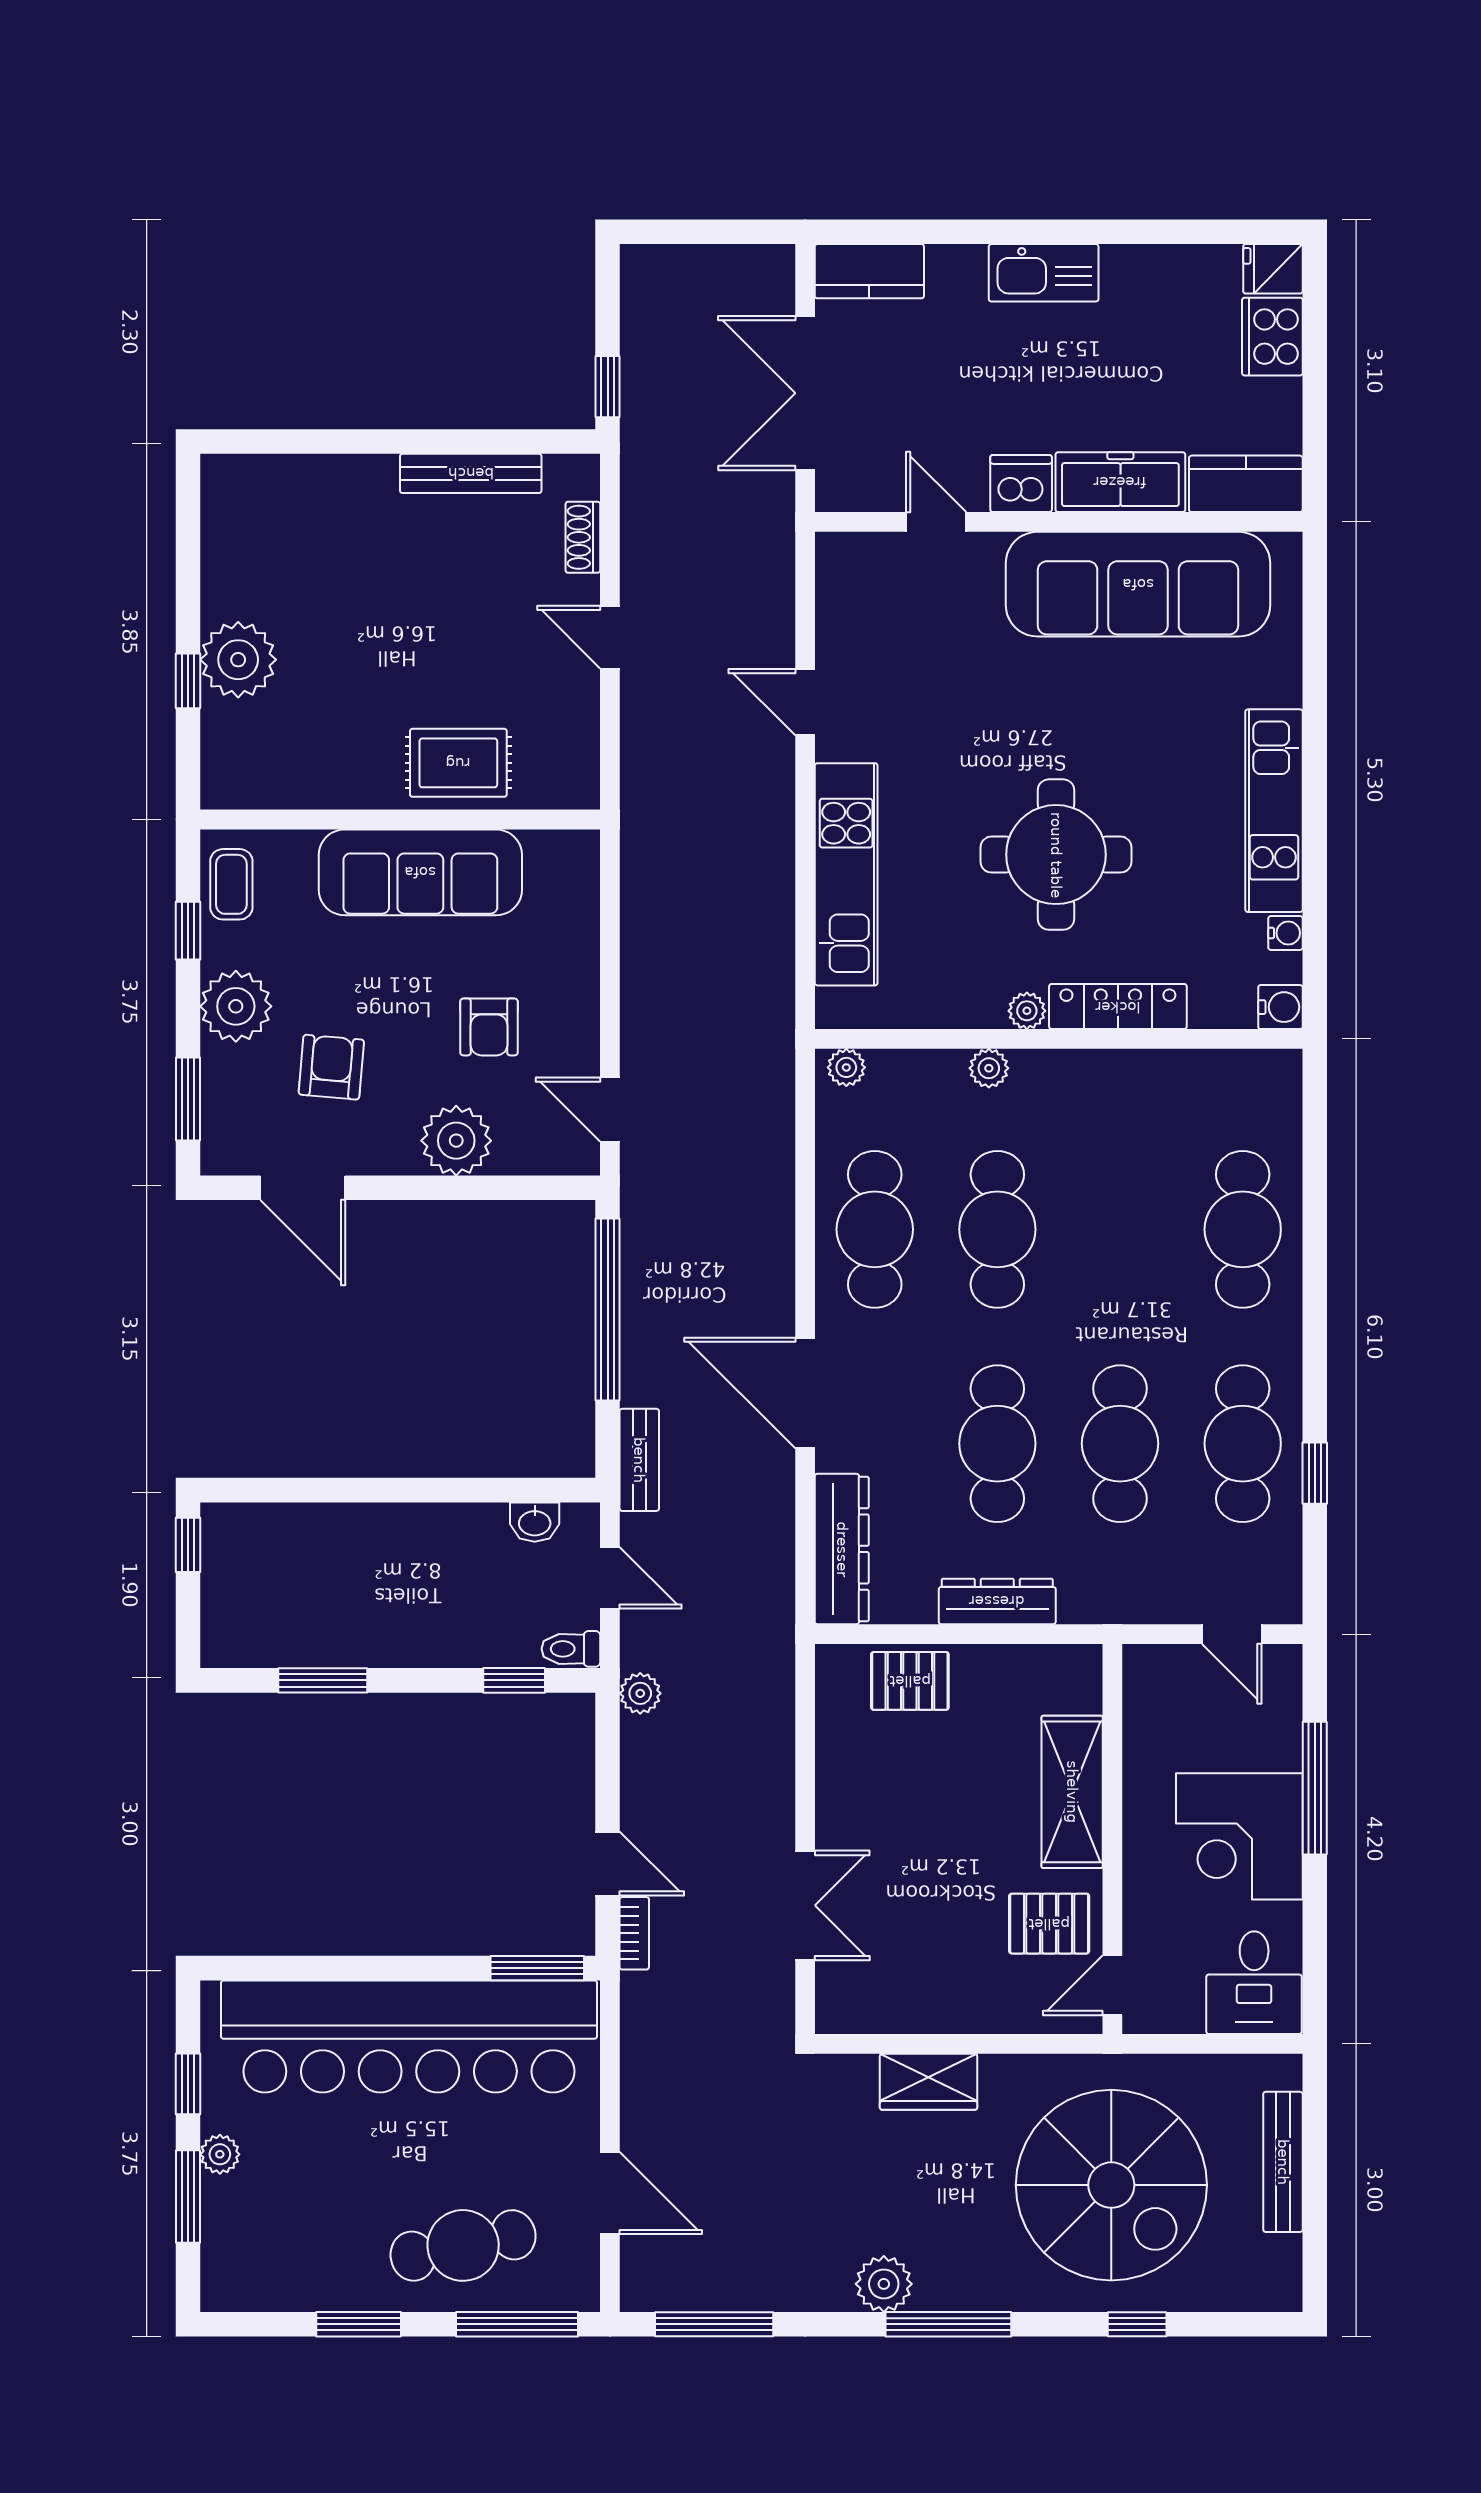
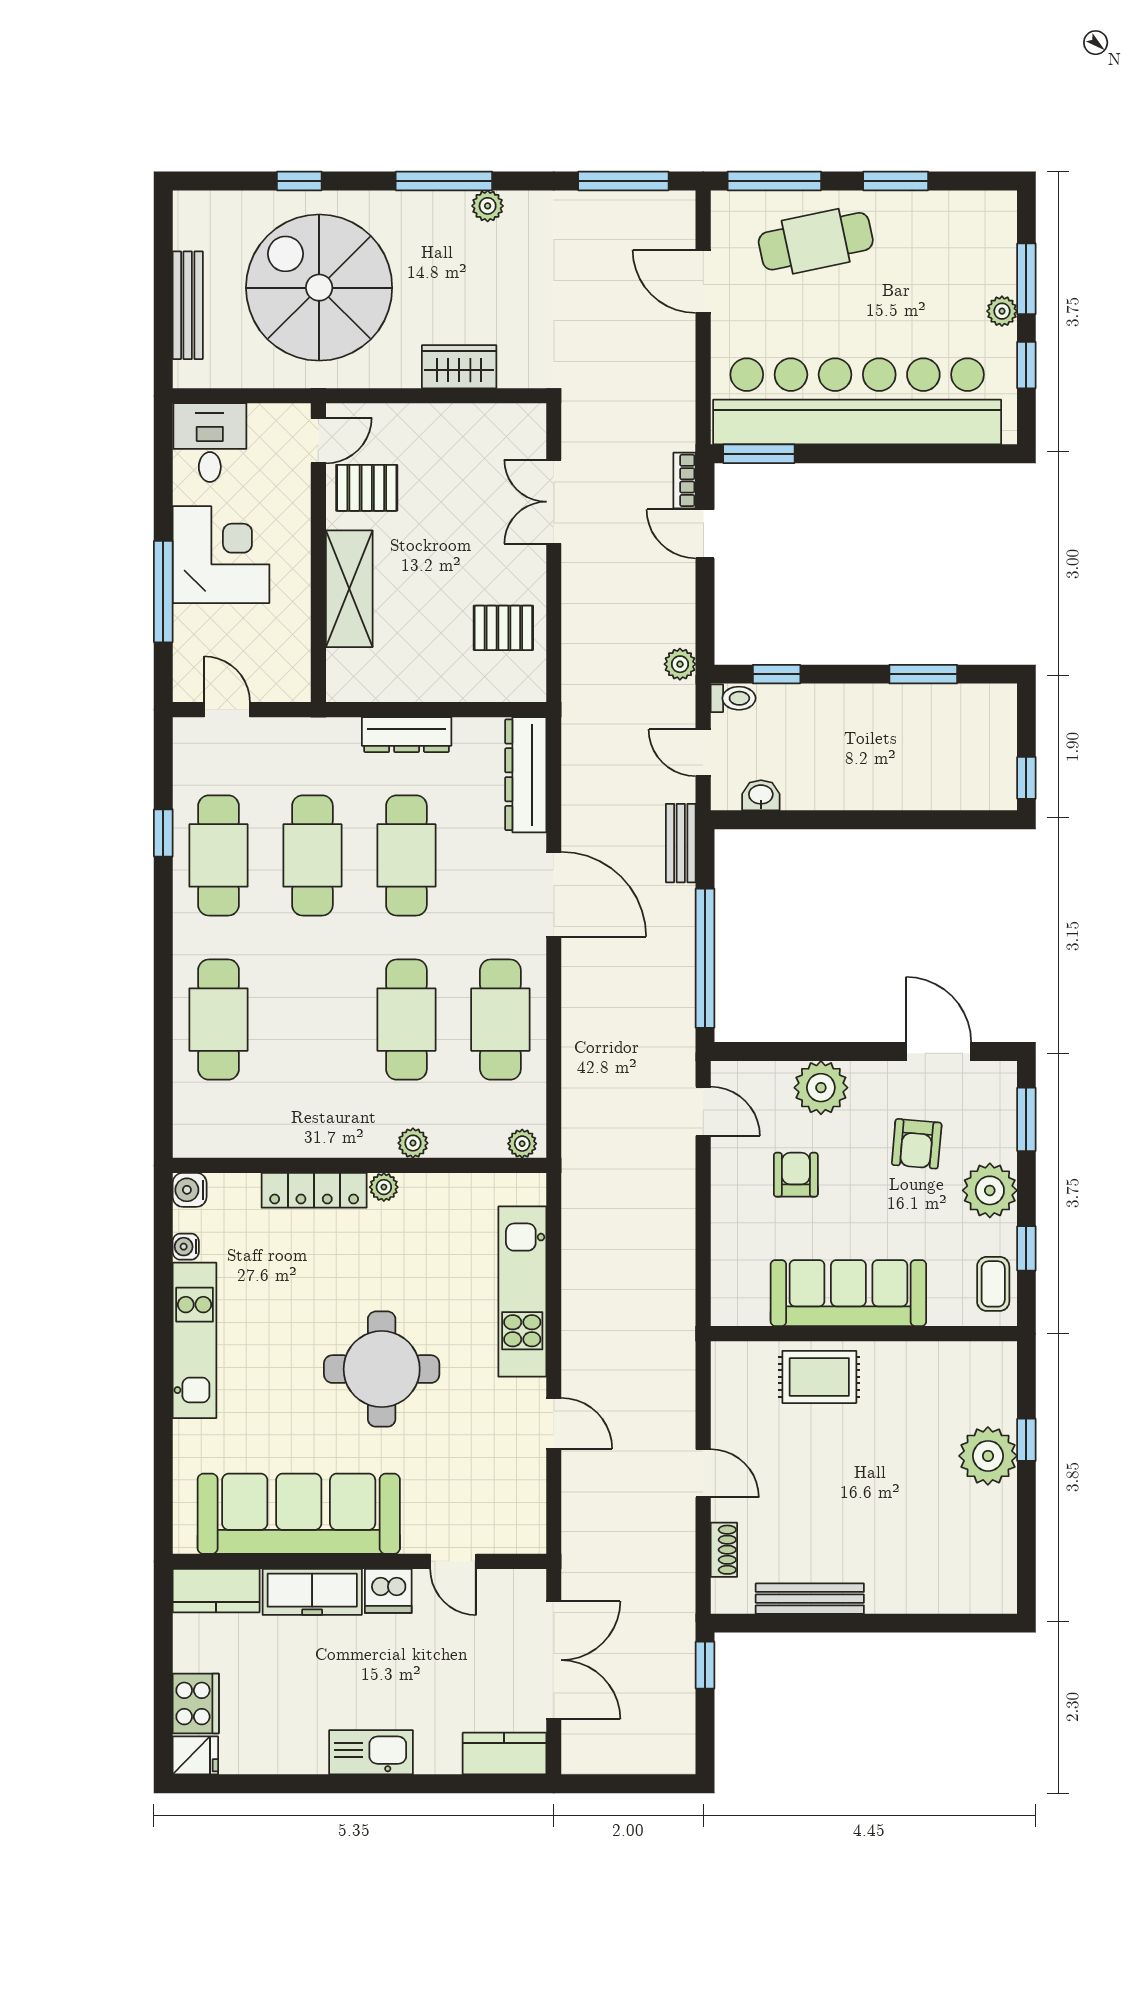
round table: (1056, 855) -> (382, 1369), moved
pallet: (910, 1681) -> (503, 628), moved
plant: (884, 2284) -> (488, 206), width x0.73, depth x0.73

